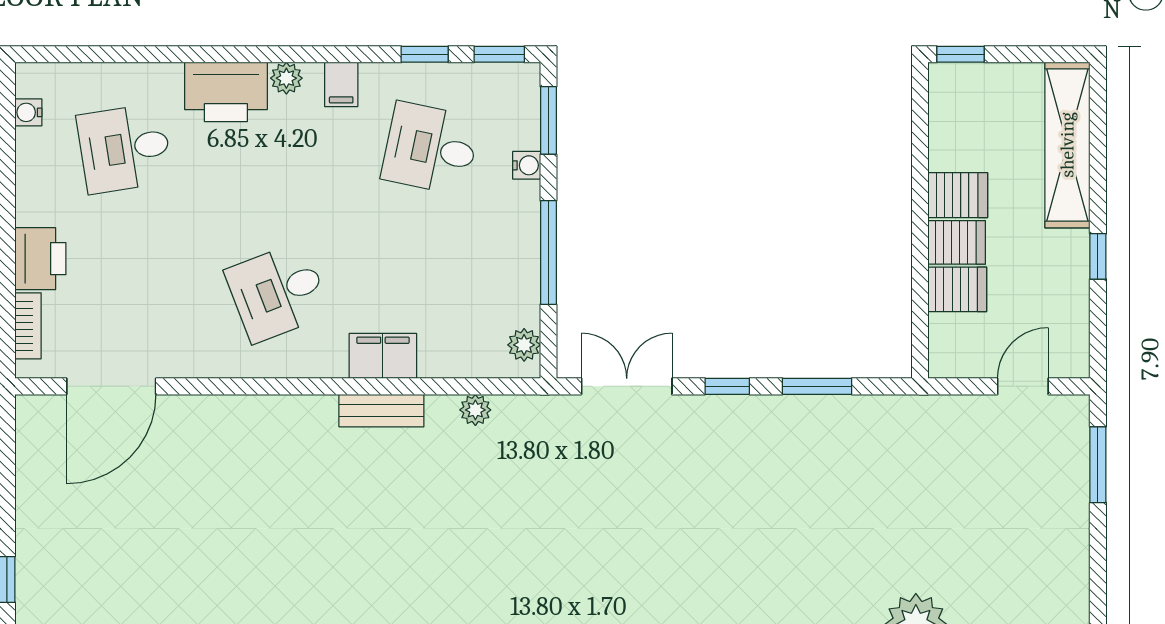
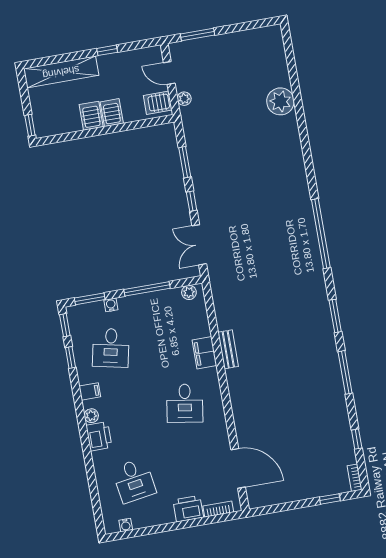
printer: (226, 92) -> (99, 436), width x0.73, depth x0.84
server rack: (957, 289) -> (158, 103), moved, turned -90
desk: (278, 292) -> (185, 403), turned 30
plant: (475, 410) -> (184, 99), moved

